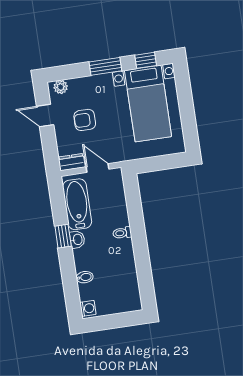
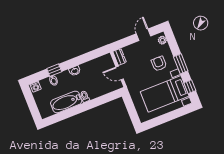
armchair: (85, 120) -> (159, 64), moved
door: (98, 168) -> (120, 73), swing flipped
bathtub: (77, 204) -> (66, 102), moved, turned 180
window: (63, 236) -> (54, 70), moved

